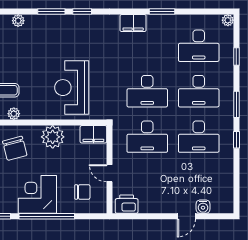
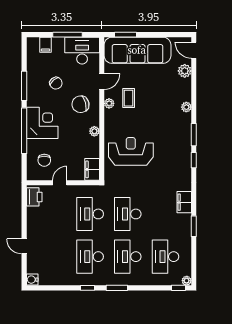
window: (236, 57) -> (178, 288), moved
plant: (53, 137) -> (94, 131), width x0.53, depth x0.53
water cooler: (203, 207) -> (32, 280), moved

